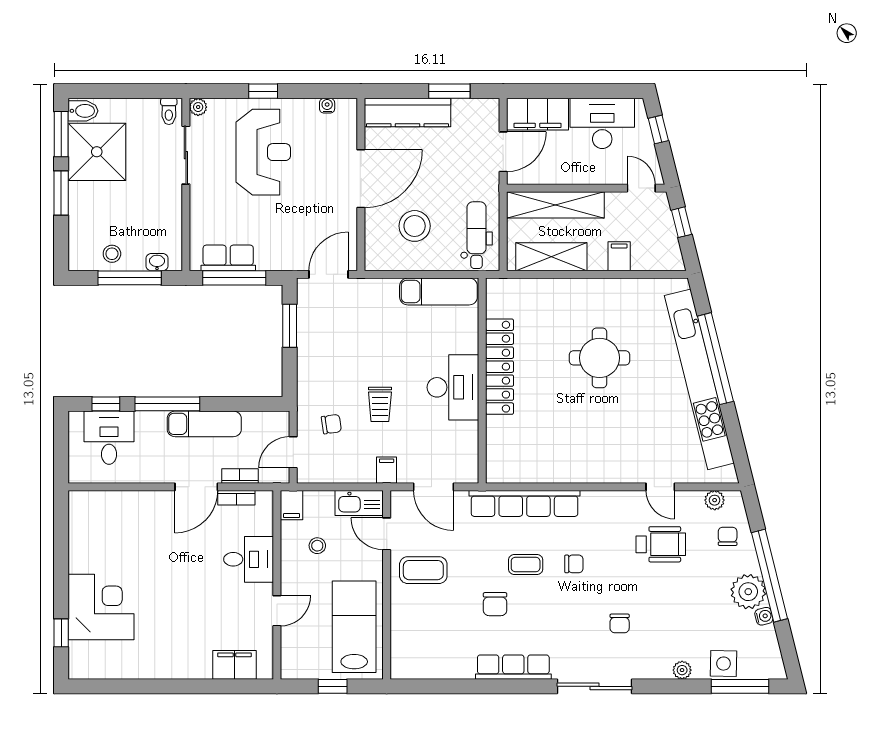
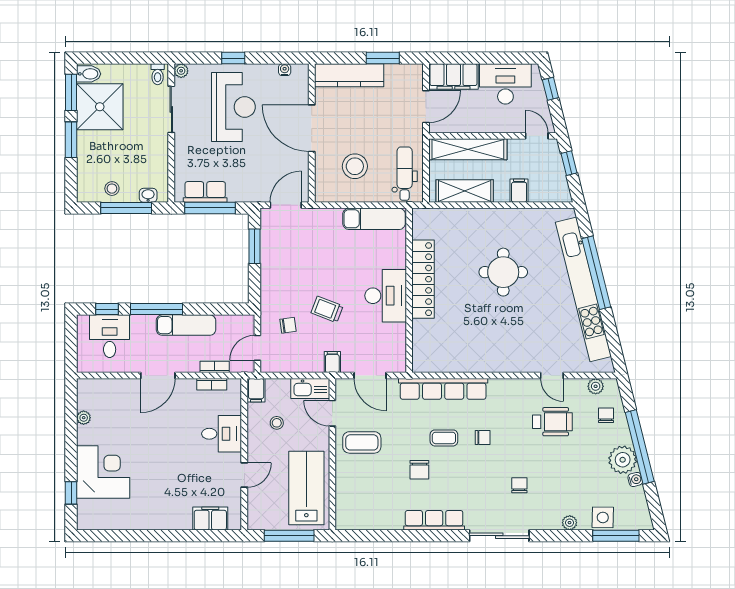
door: (361, 179) -> (312, 128), swing flipped
trolley: (380, 404) -> (327, 309), turned 111
door: (196, 487) -> (158, 376), moved
plant: (77, 539) -> (84, 418), added
chair: (620, 623) -> (519, 485), turned 180
window: (333, 686) -> (289, 536), width x2.17

